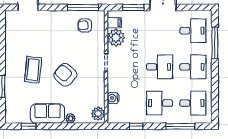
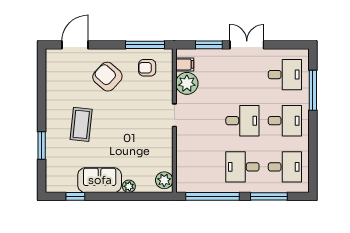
armchair: (65, 75) -> (107, 77), moved
water cooler: (113, 98) -> (183, 160), removed
window: (136, 126) -> (213, 196), width x3.17

